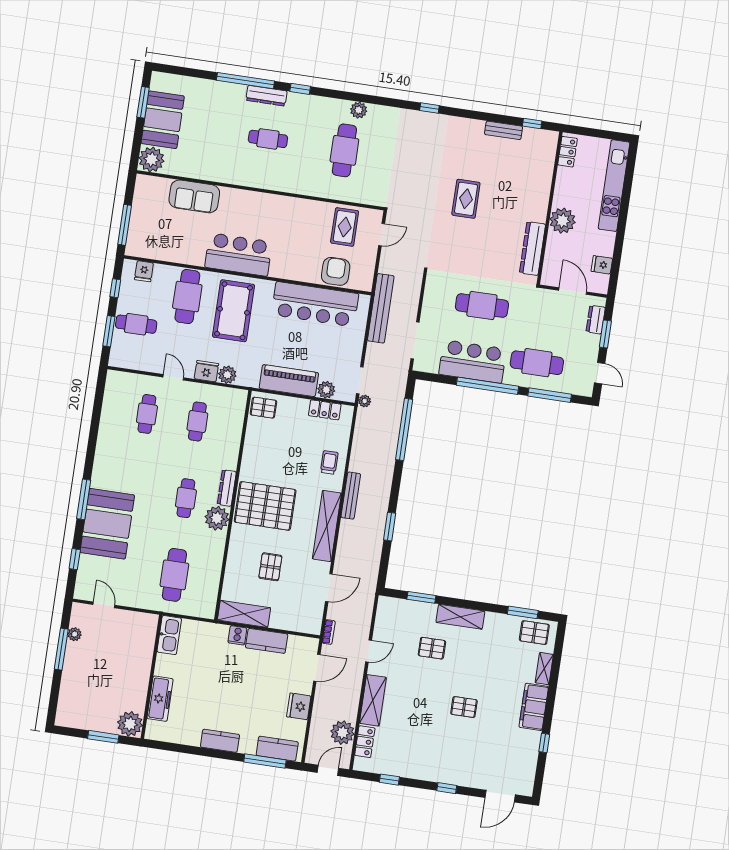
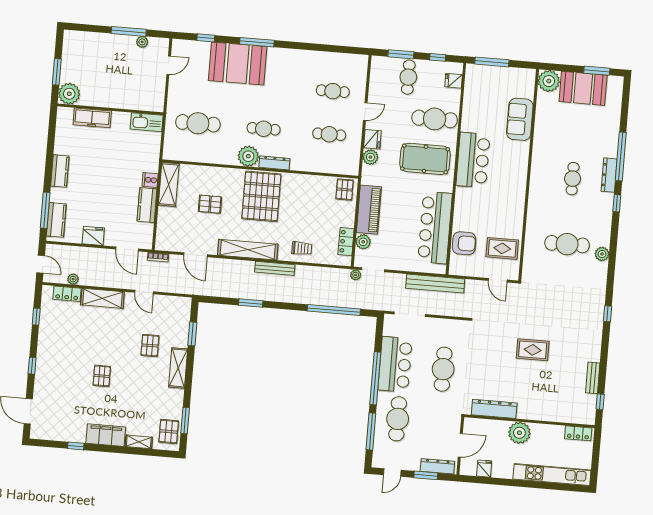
dresser: (596, 320) -> (437, 466), width x1.44
plant: (343, 733) -> (73, 279), width x0.53, depth x0.53

